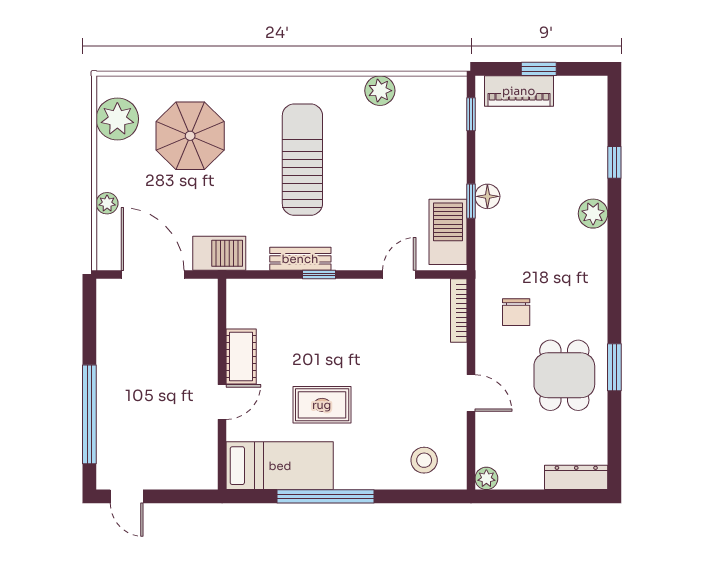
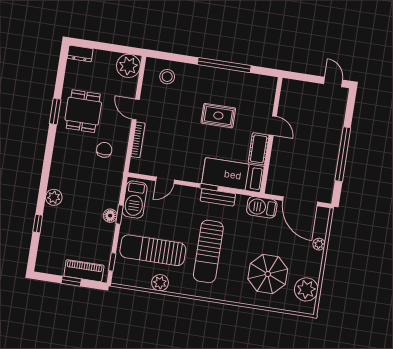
sun lounger: (402, 147) -> (153, 250), added
bookcase: (459, 311) -> (138, 140), moved
door: (222, 402) -> (273, 126), swing flipped
window: (89, 414) -> (343, 154), moved
bed: (280, 466) -> (233, 175), moved
dresser: (576, 477) -> (80, 53), width x0.70
plant: (486, 478) -> (128, 66), width x1.87, depth x1.87

